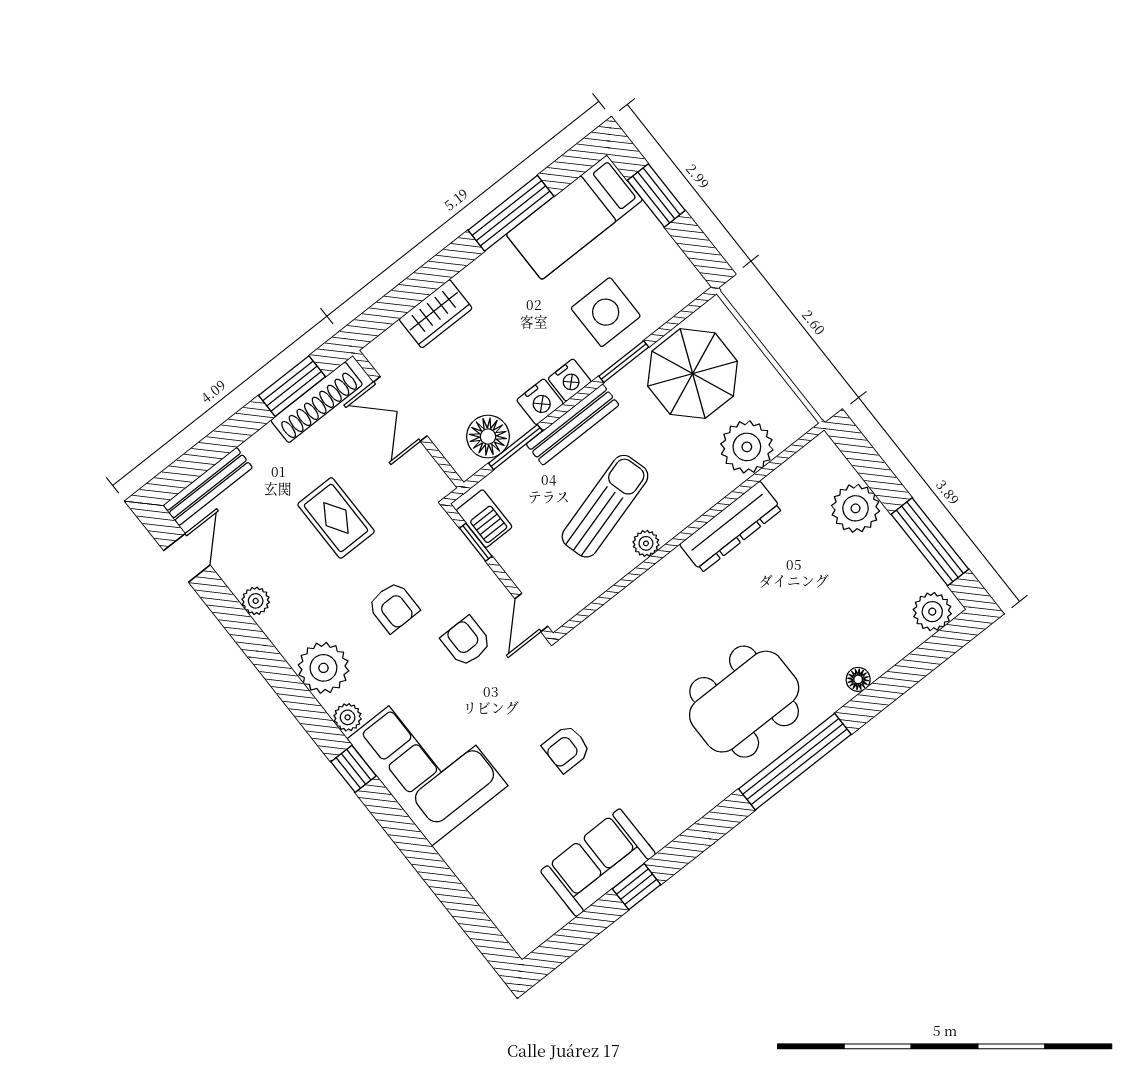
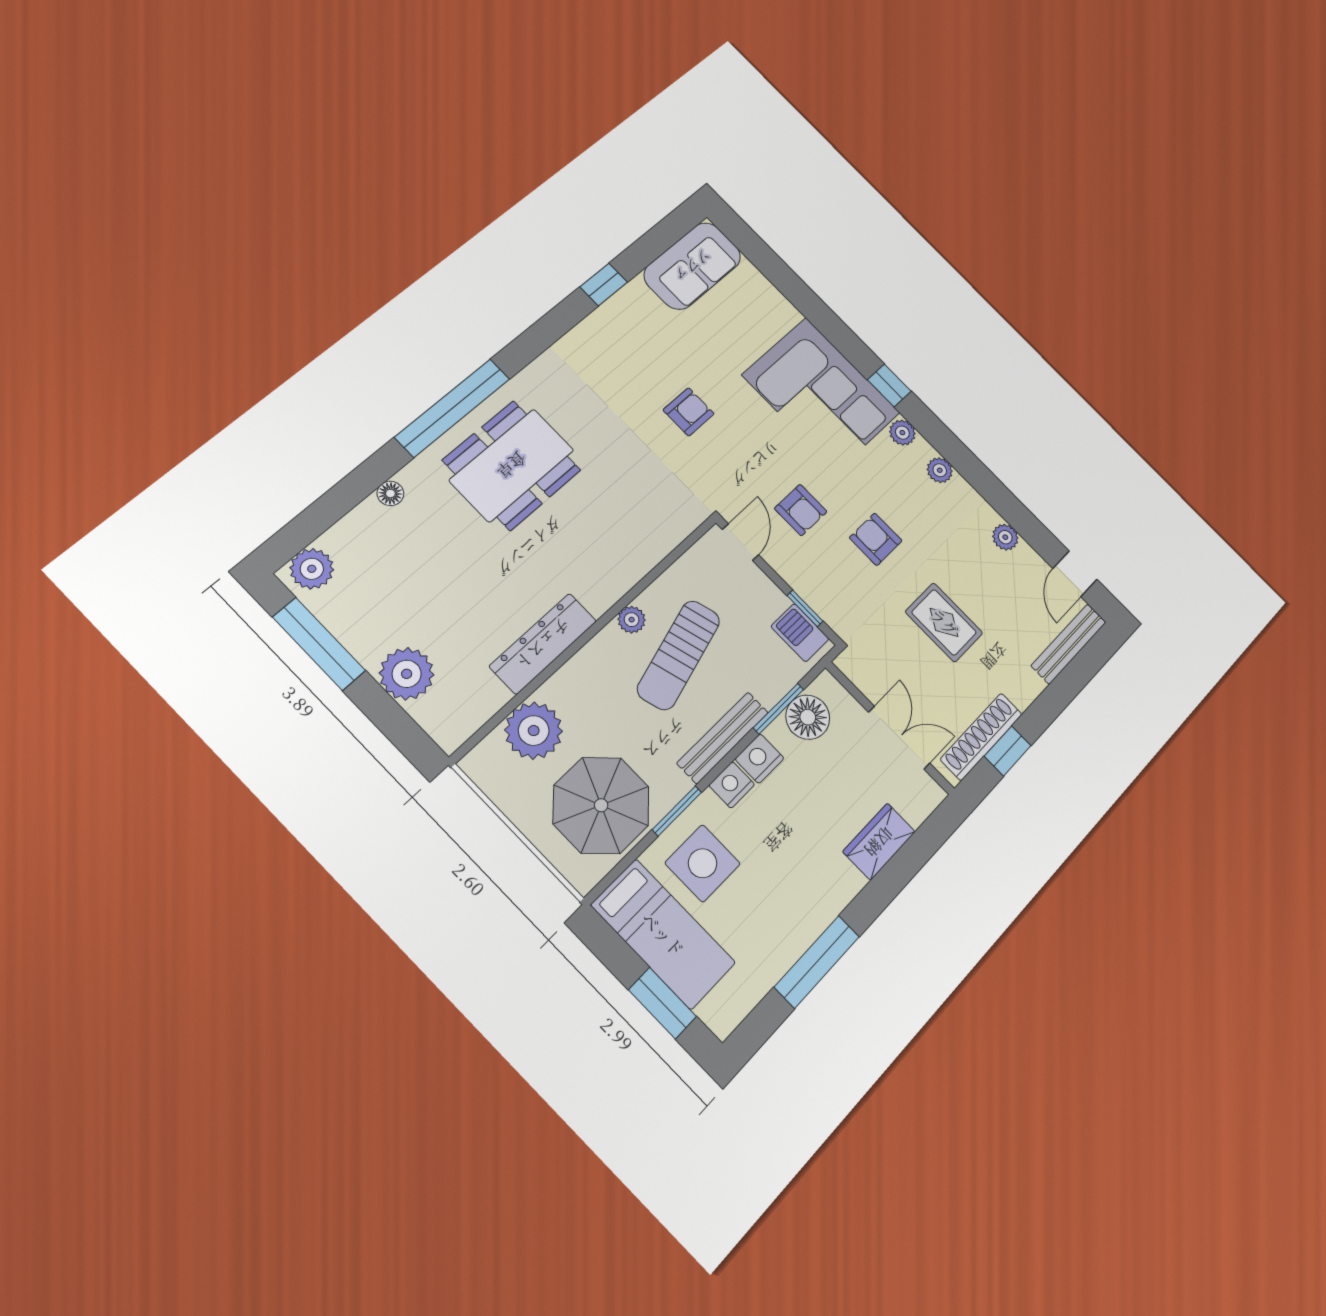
bed: (574, 217) -> (663, 934), moved, turned 90
window: (292, 386) -> (1008, 751), width x0.67
plant: (323, 668) -> (940, 470), width x0.53, depth x0.53
sofa: (598, 863) -> (693, 266), moved

